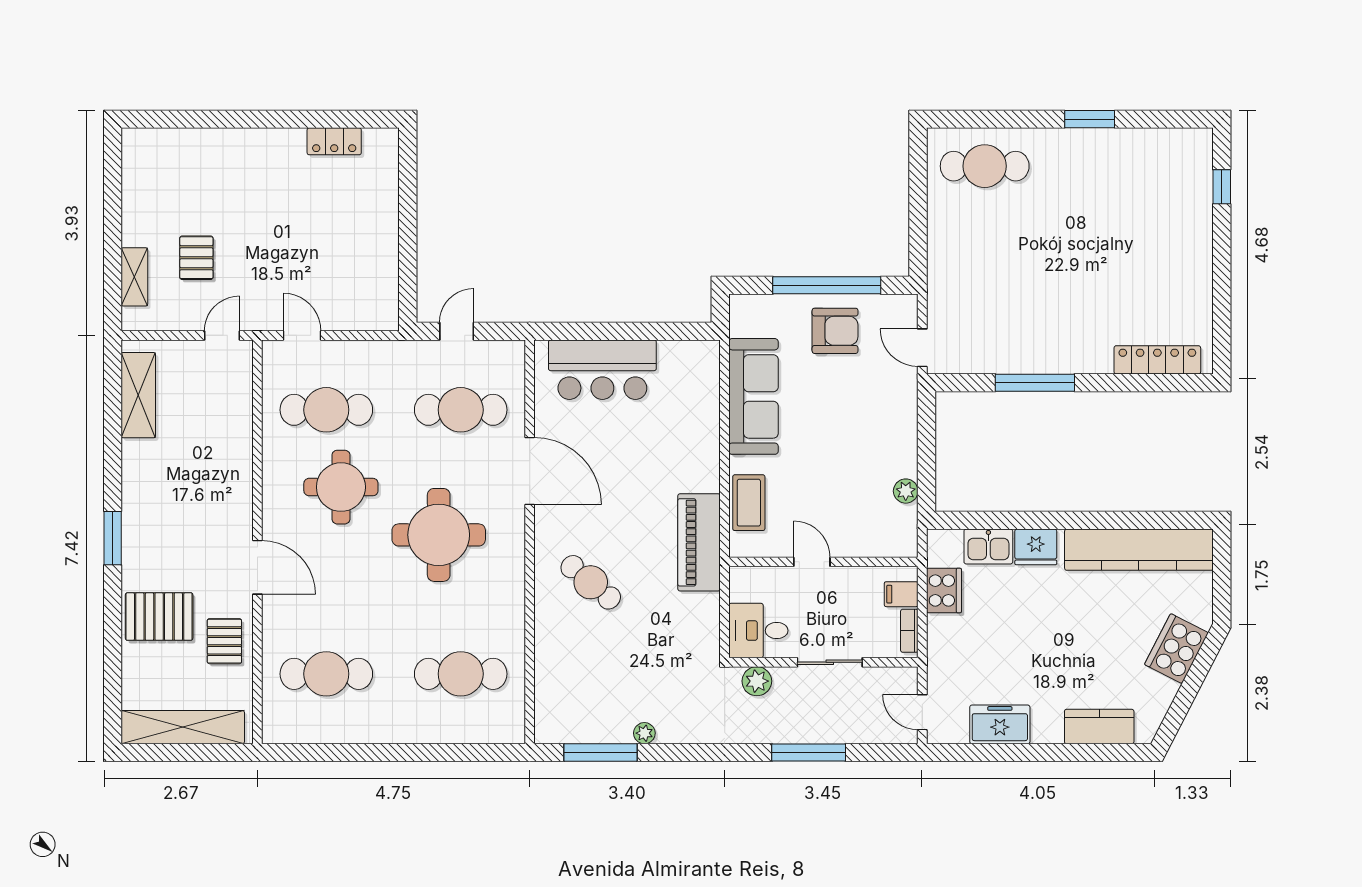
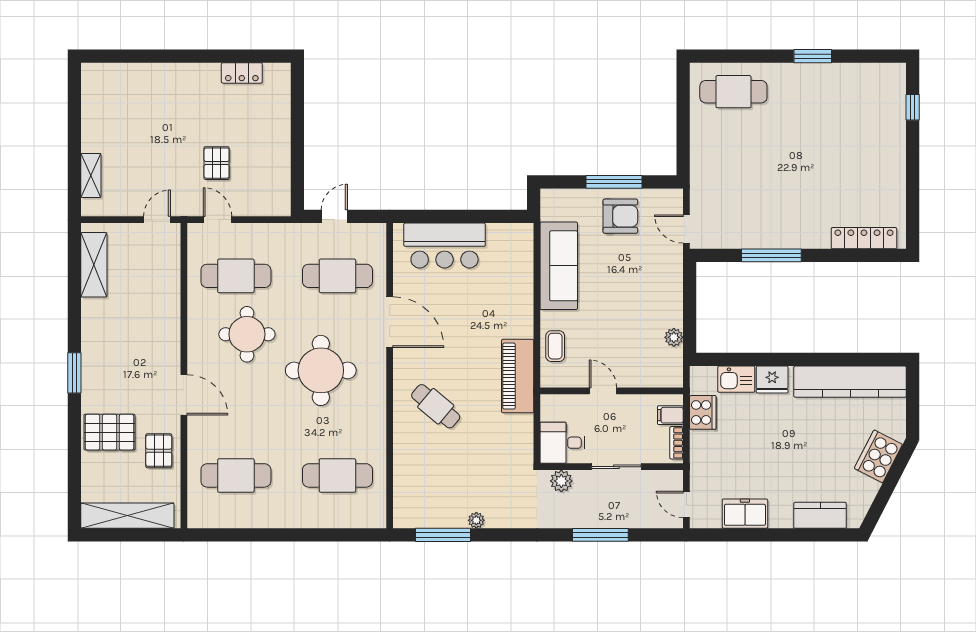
pallet: (196, 258) -> (217, 163), moved
window: (827, 285) -> (614, 182), width x0.68
coffee table: (749, 503) -> (555, 346), width x0.73, depth x0.77

